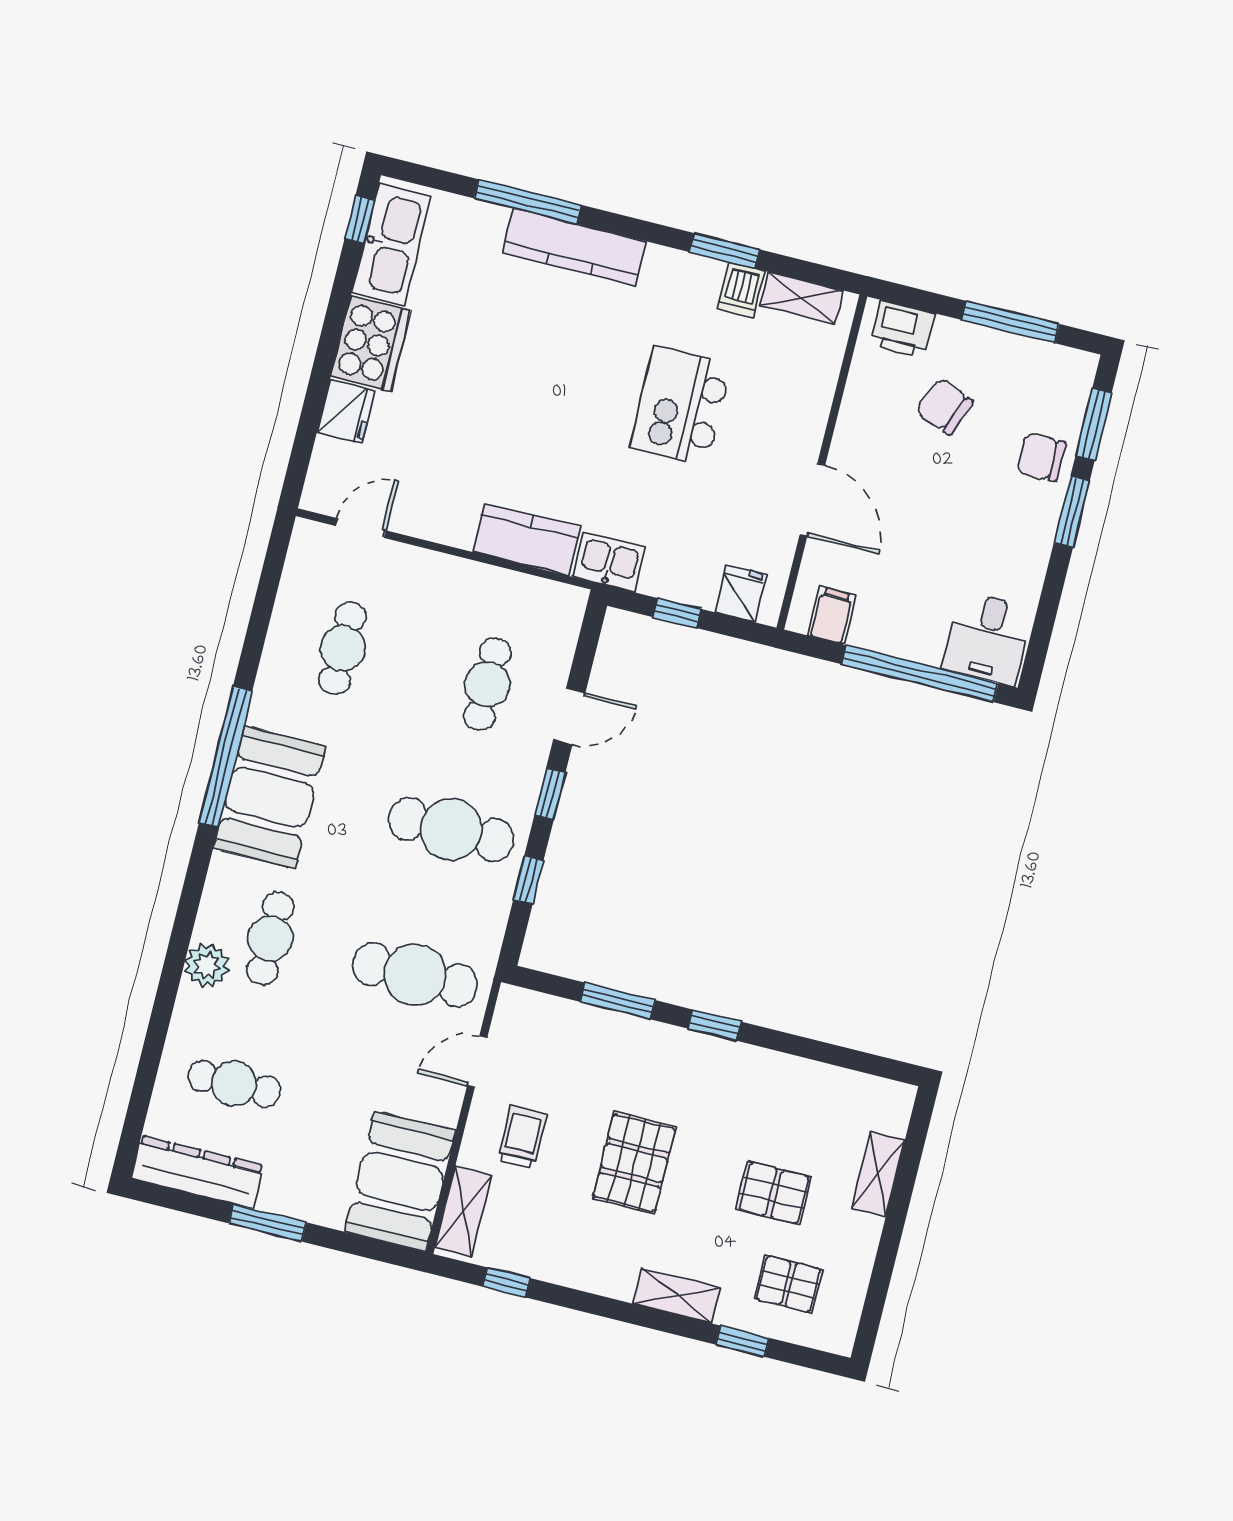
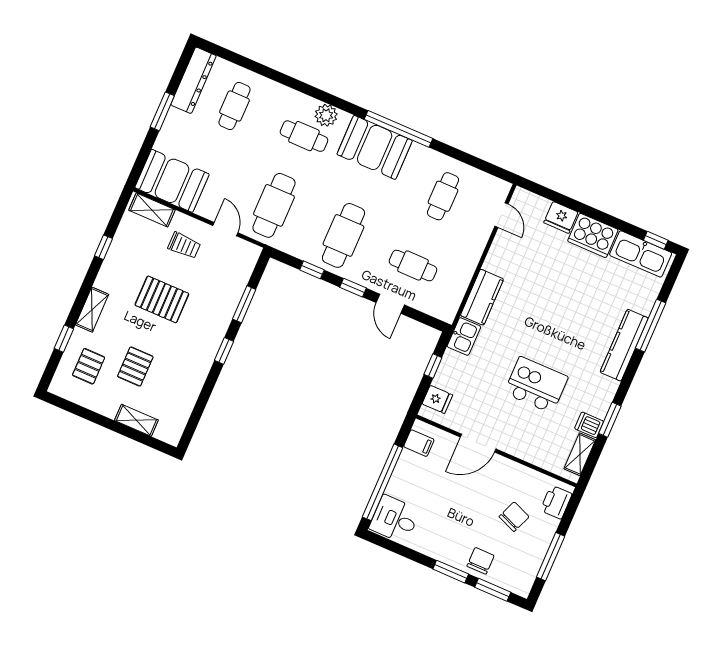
cafe table: (343, 648) -> (443, 196), turned 90
plant: (207, 965) -> (326, 115), moved
window: (506, 1282) -> (103, 247), moved

